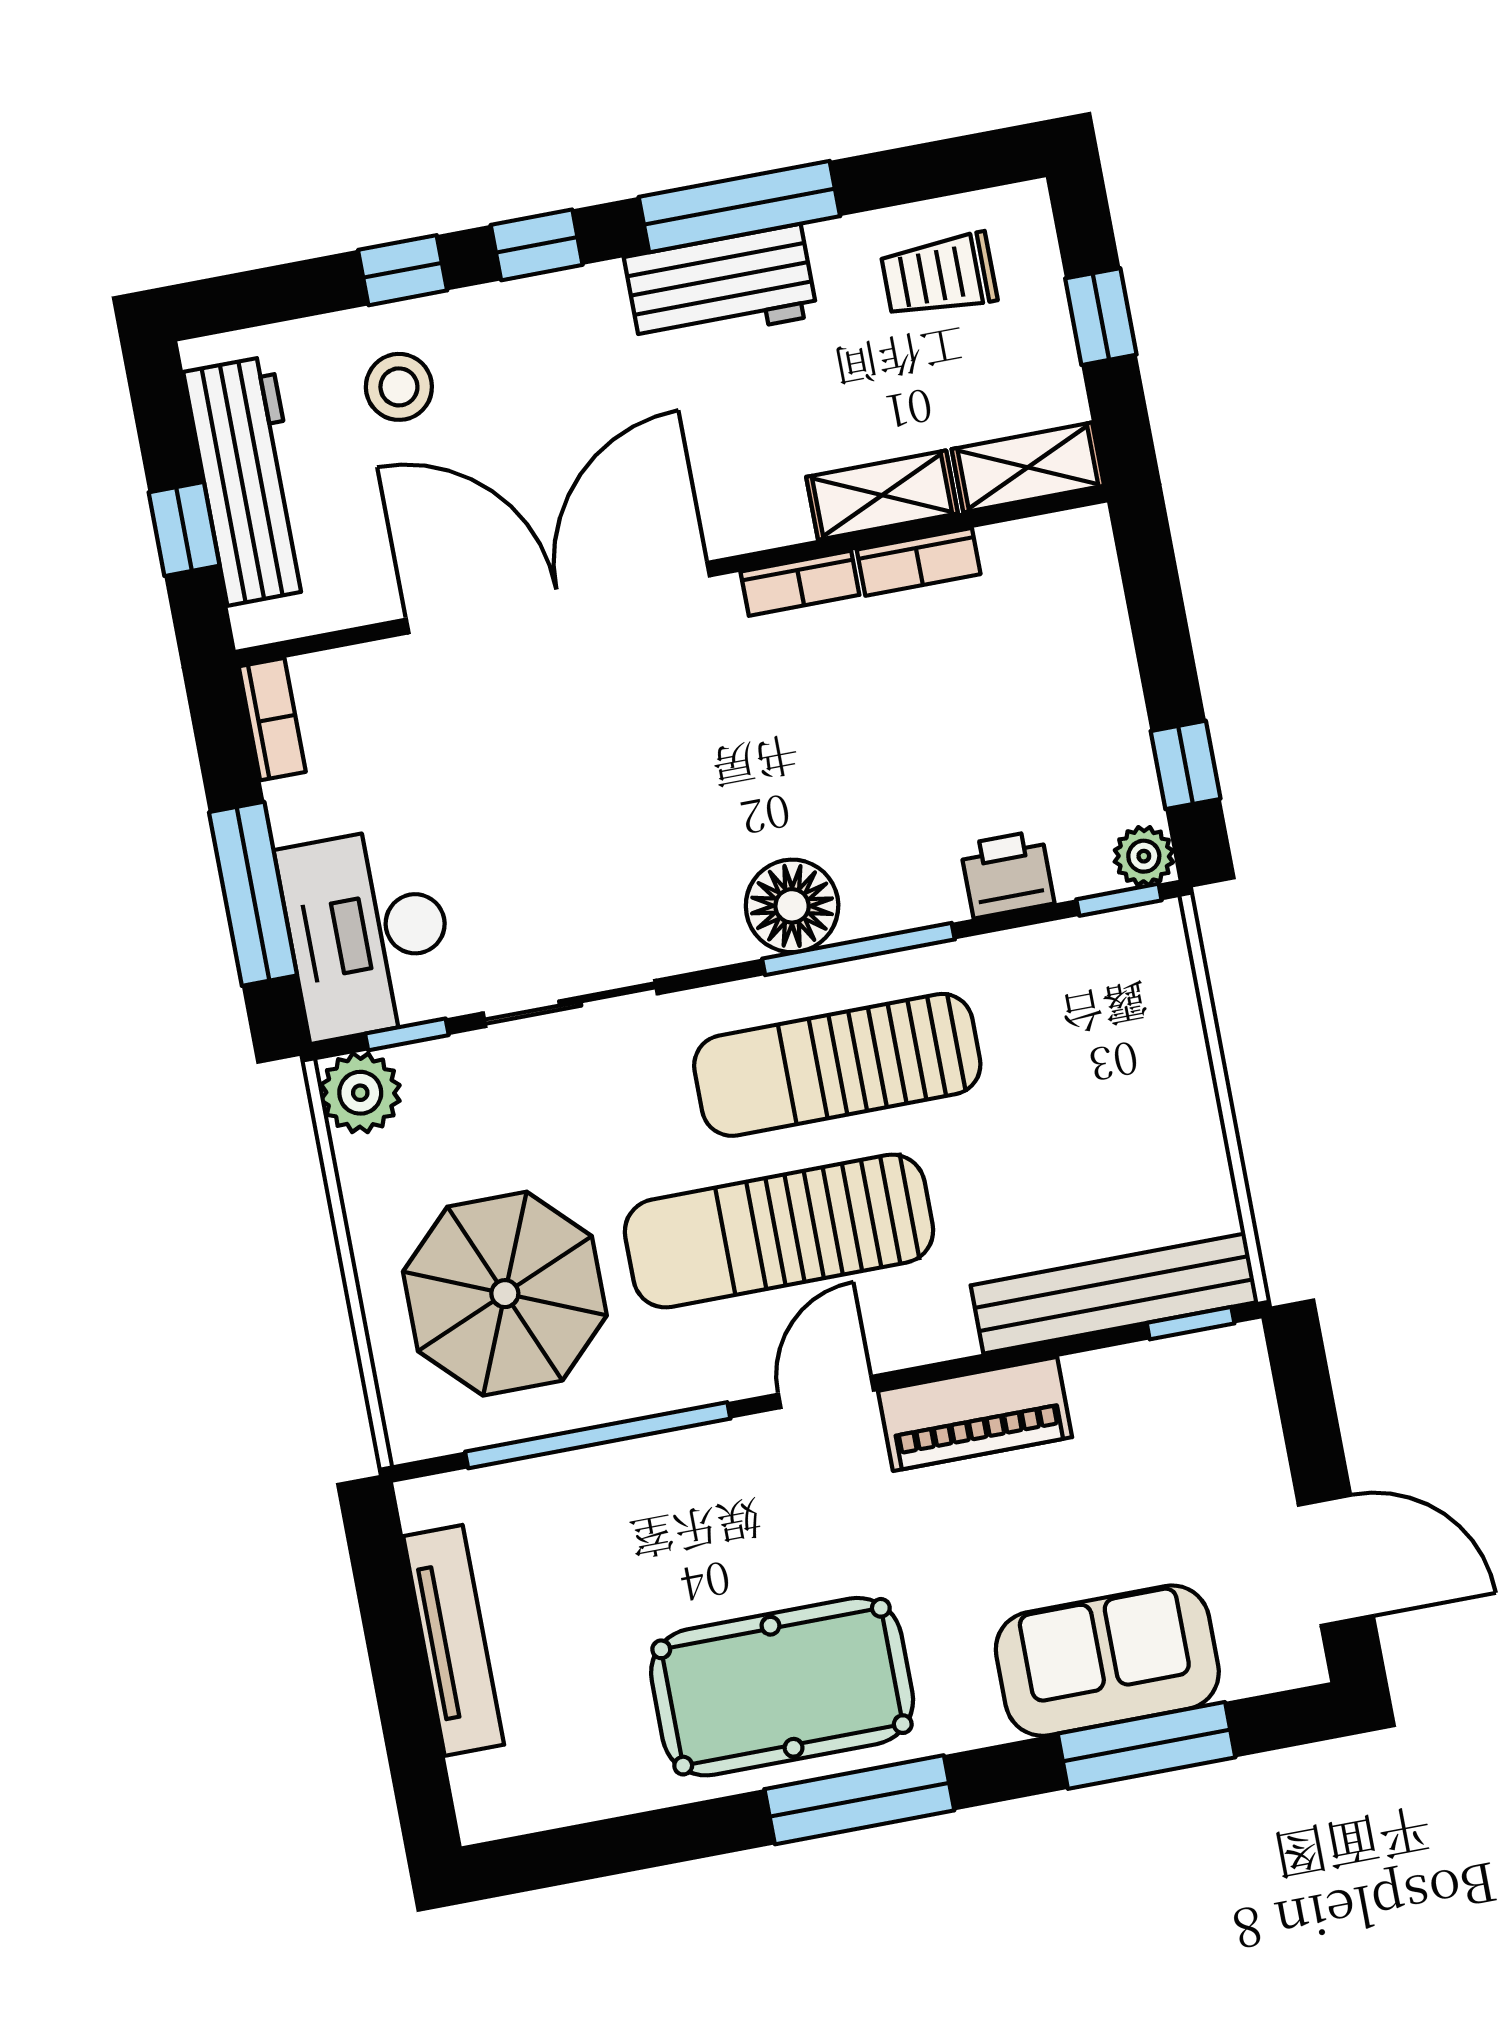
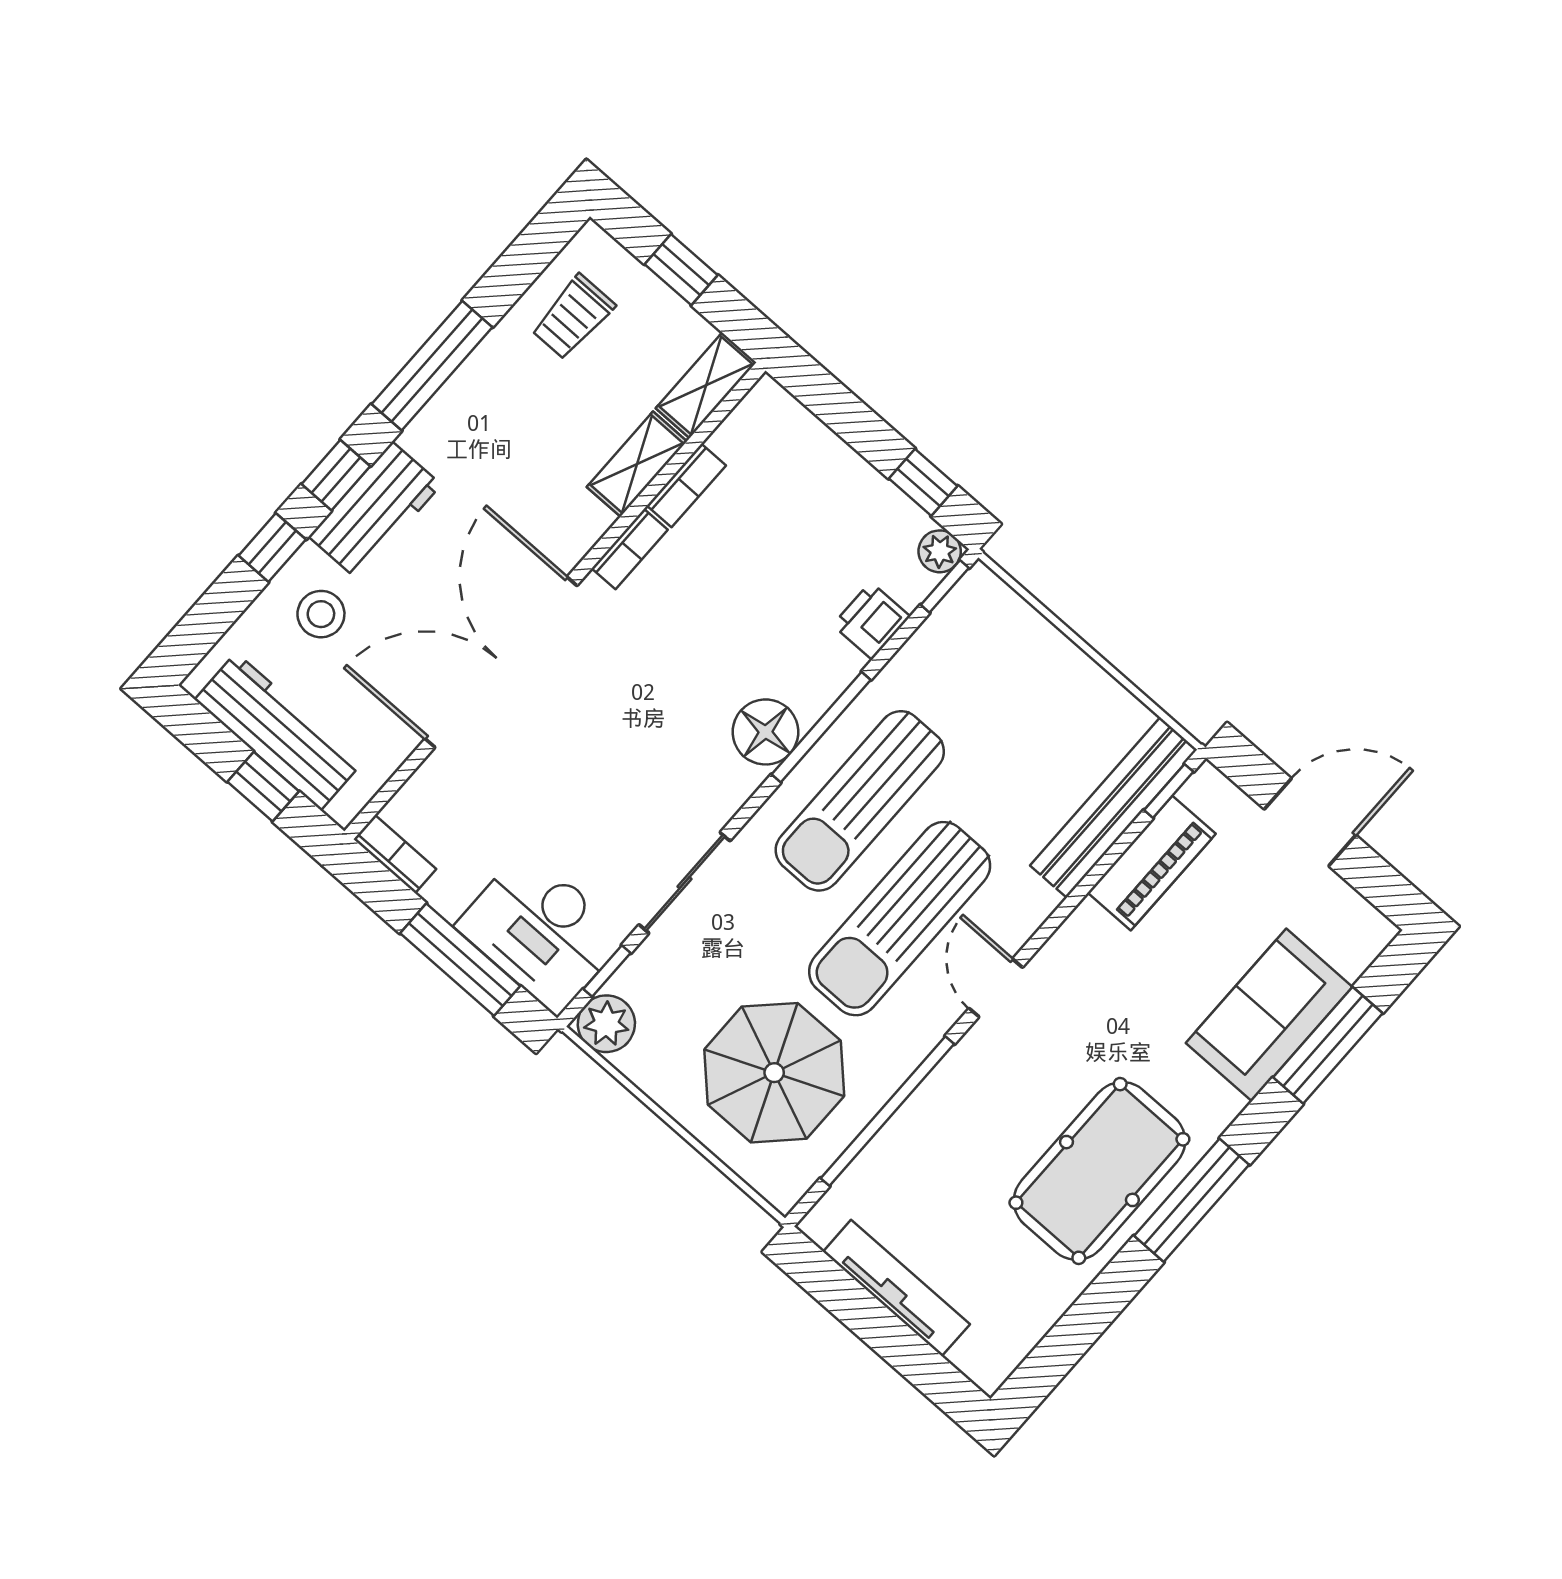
workbench: (721, 286) -> (375, 511), moved
piano: (975, 1414) -> (1152, 863), moved
door: (1336, 1560) -> (1310, 822), moved

